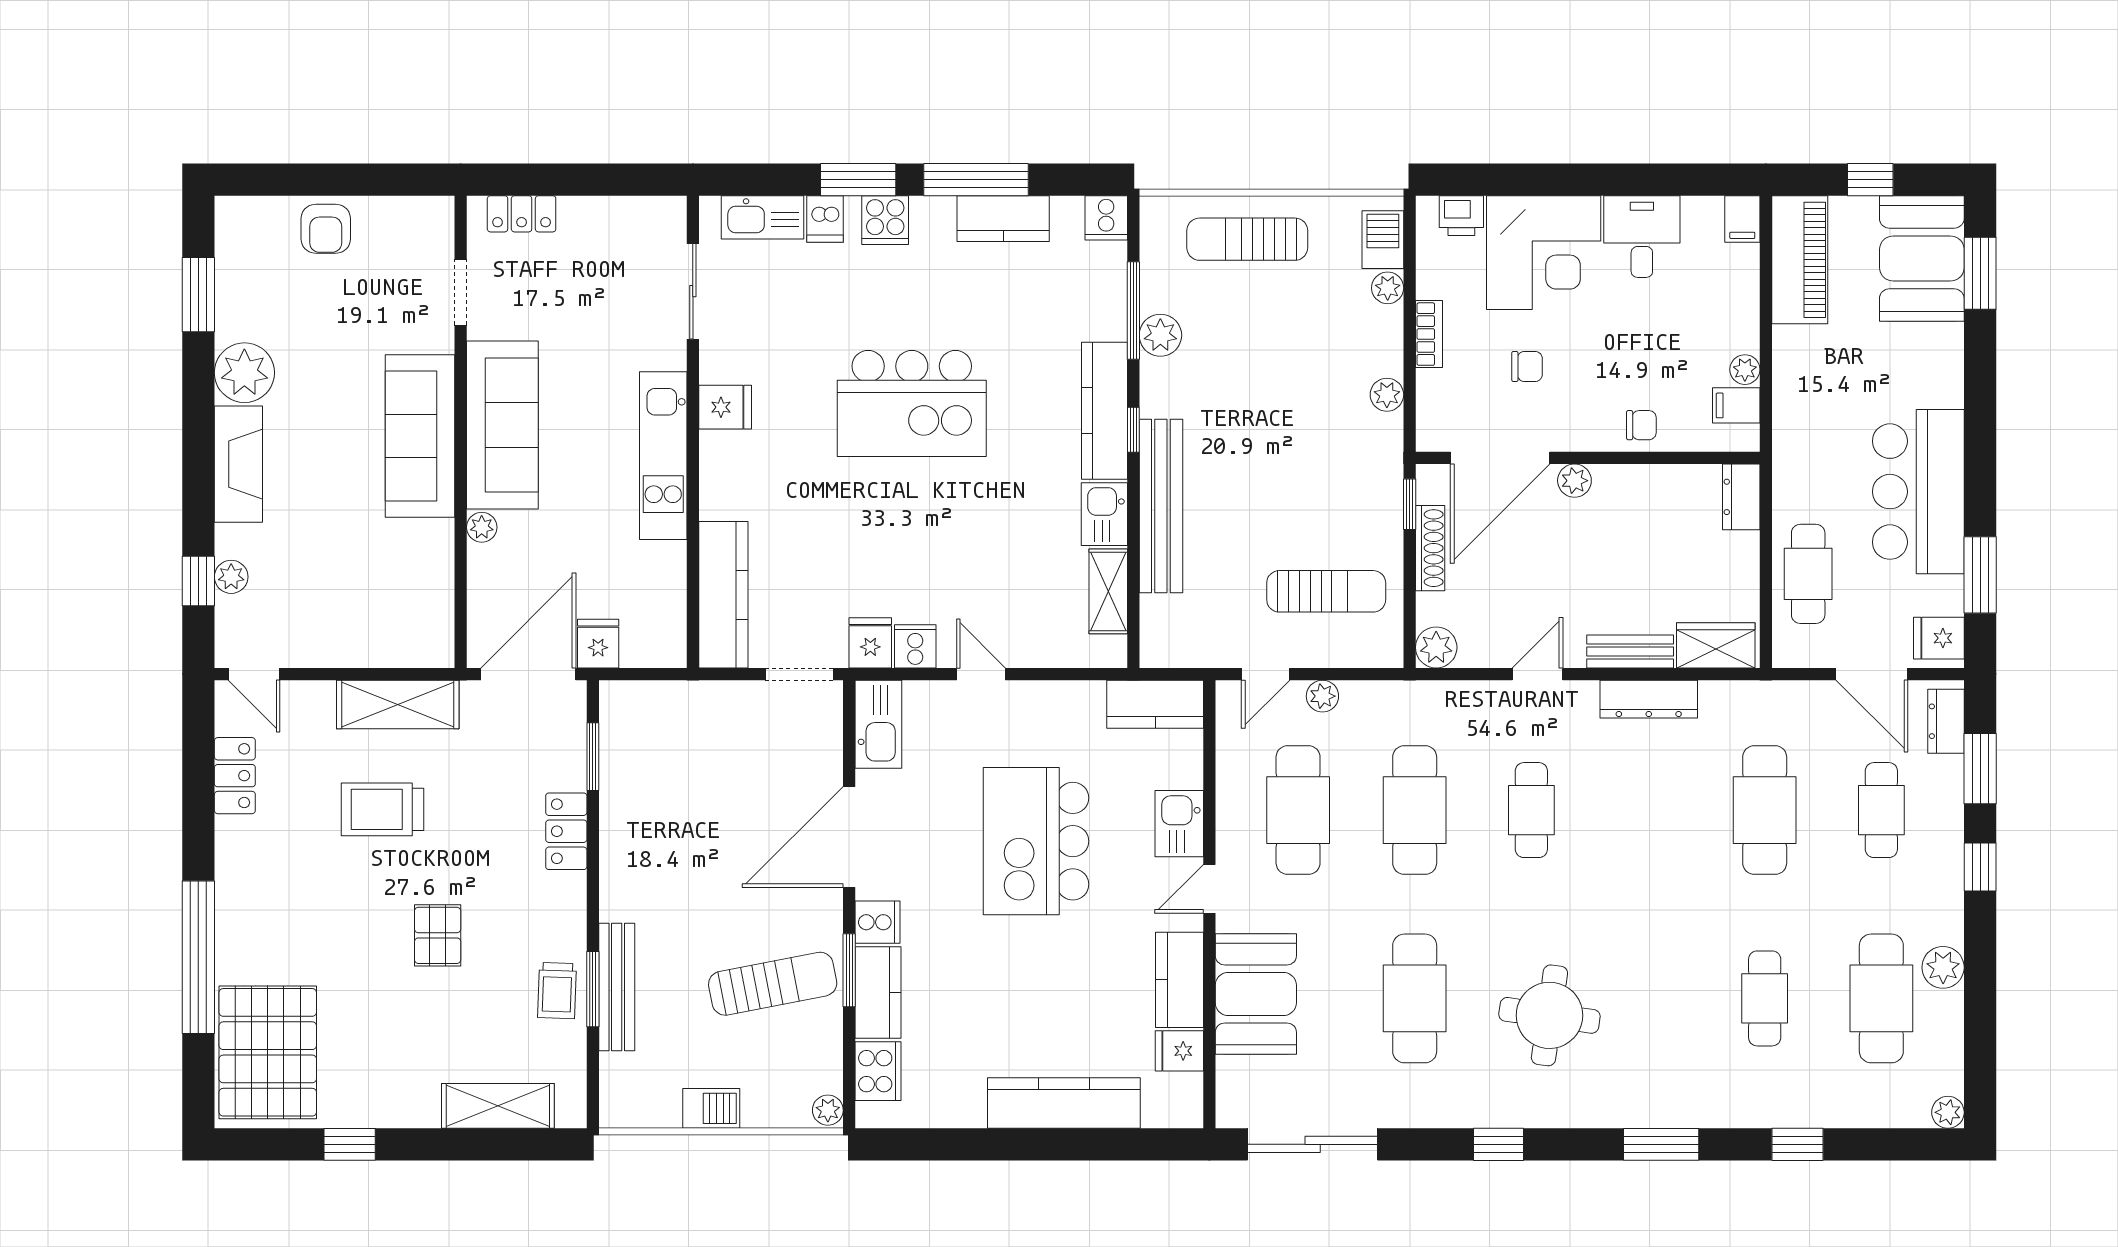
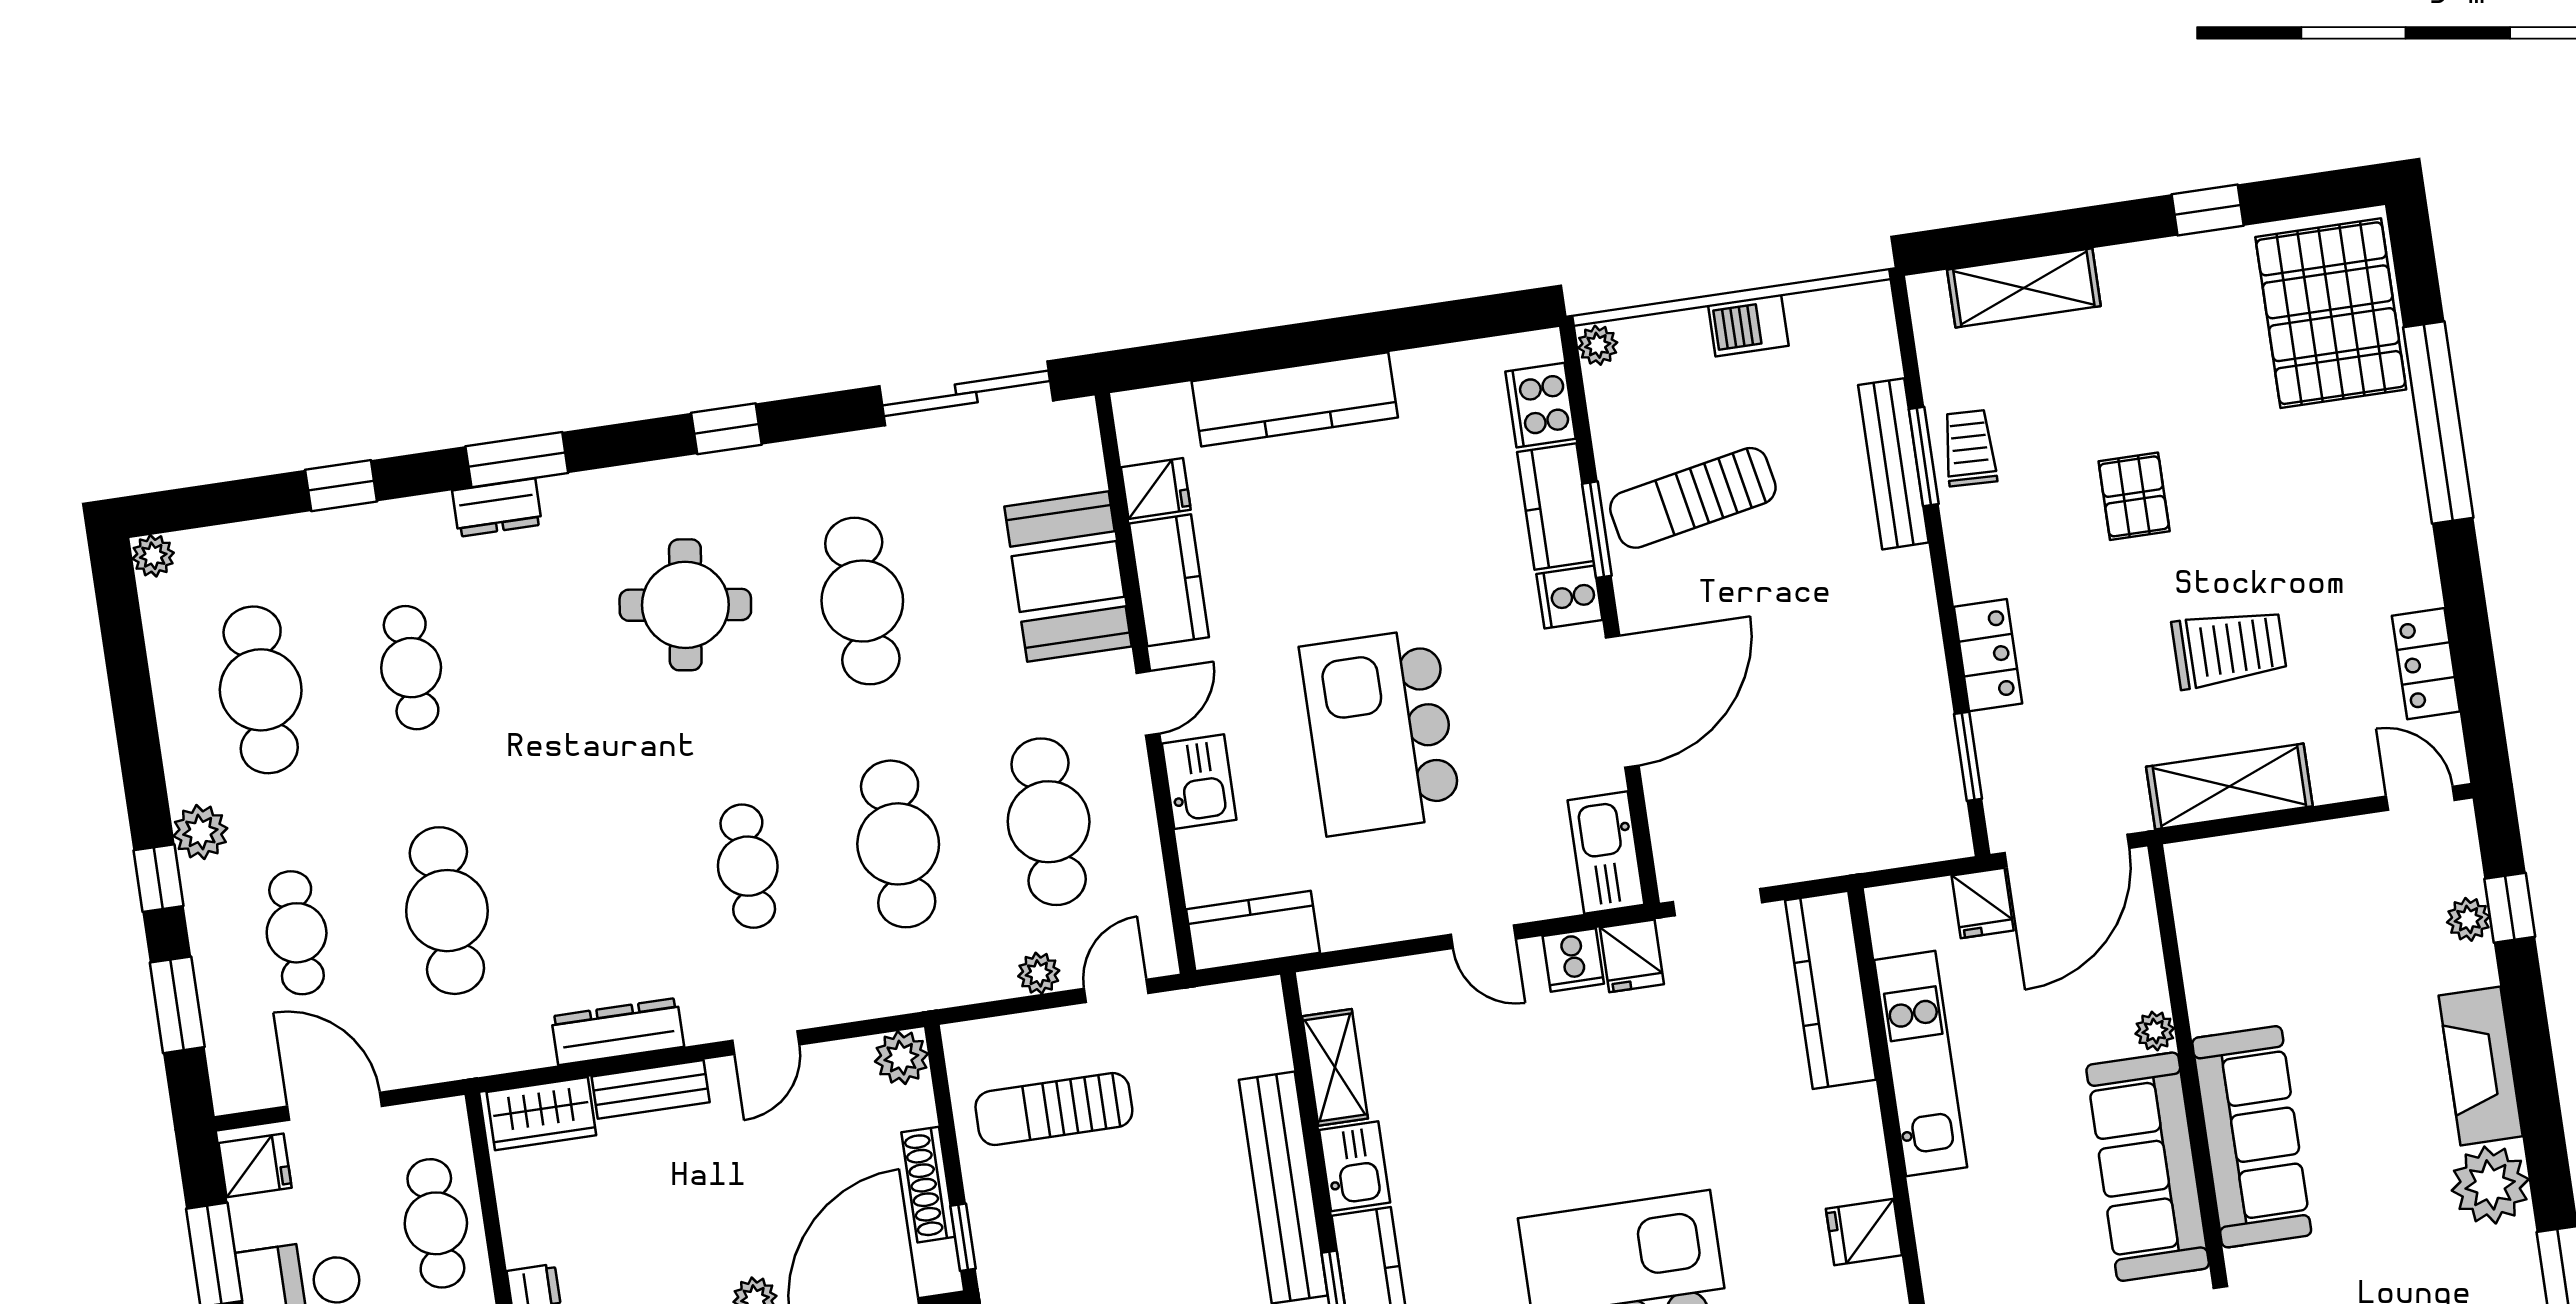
kitchen unit: (663, 456) -> (1921, 1064), moved
dresser: (1946, 721) -> (497, 508), moved, turned 90
kitchen island: (1036, 841) -> (1381, 732), turned 180
plant: (1943, 967) -> (200, 832), moved

